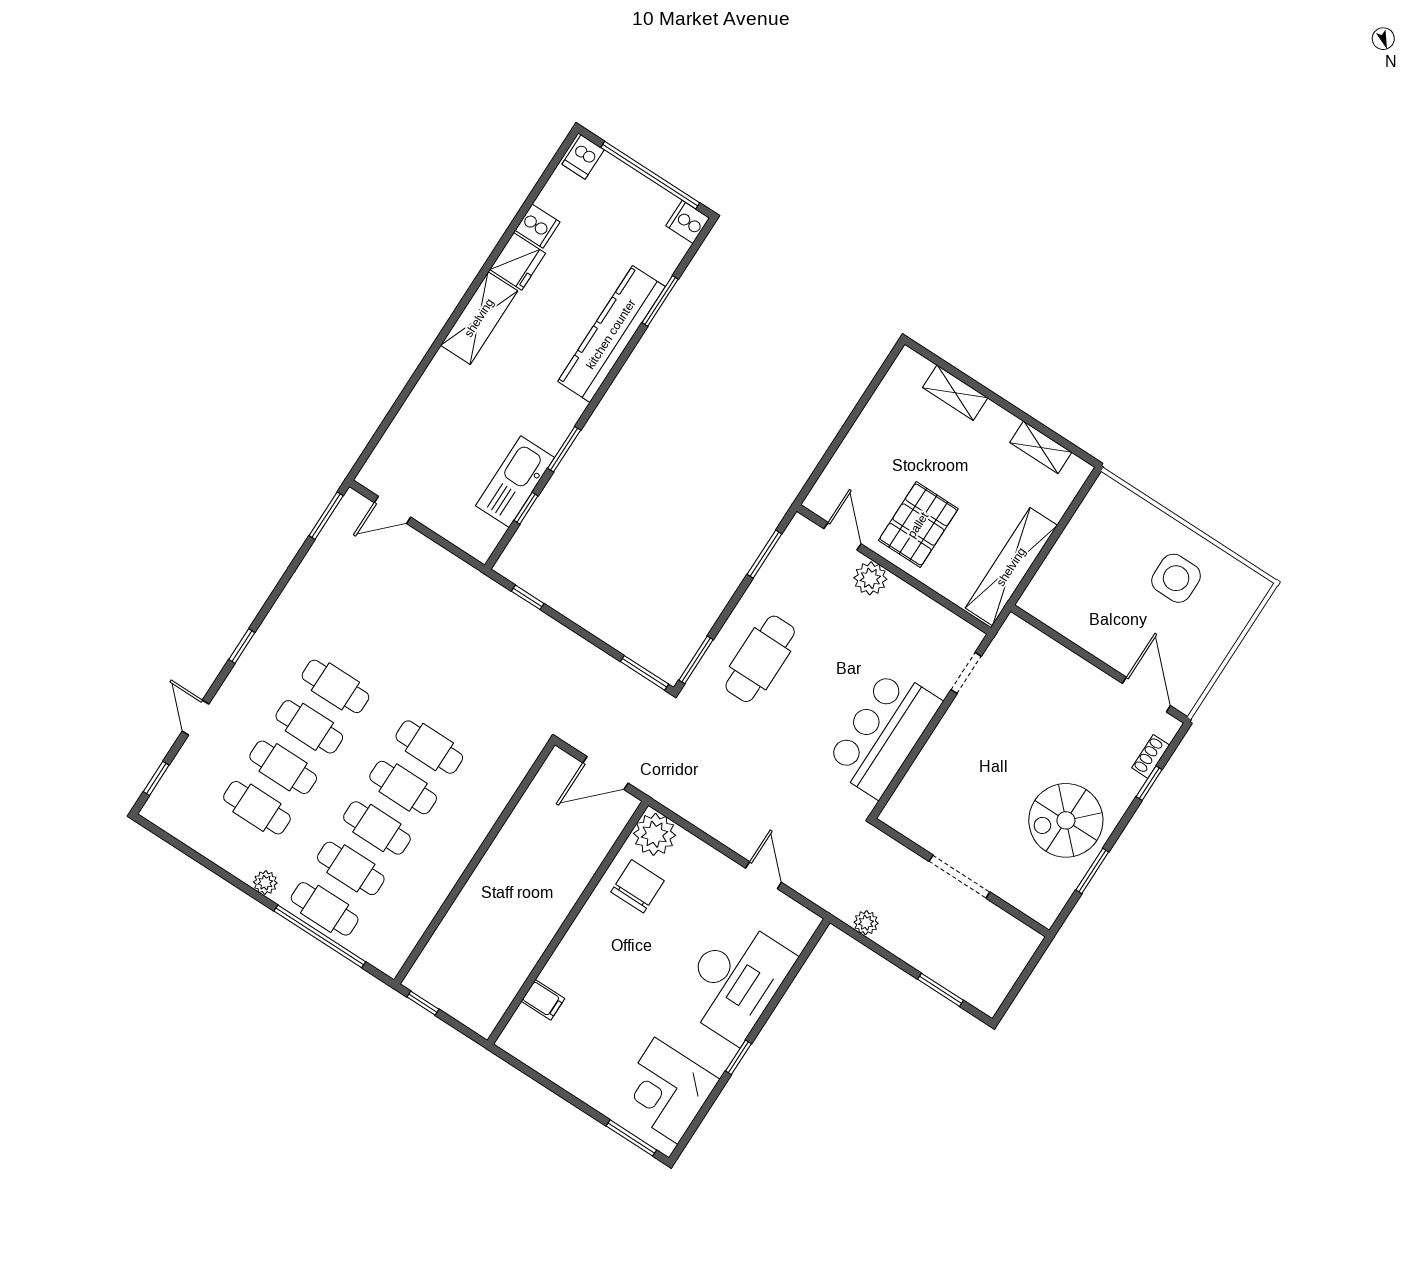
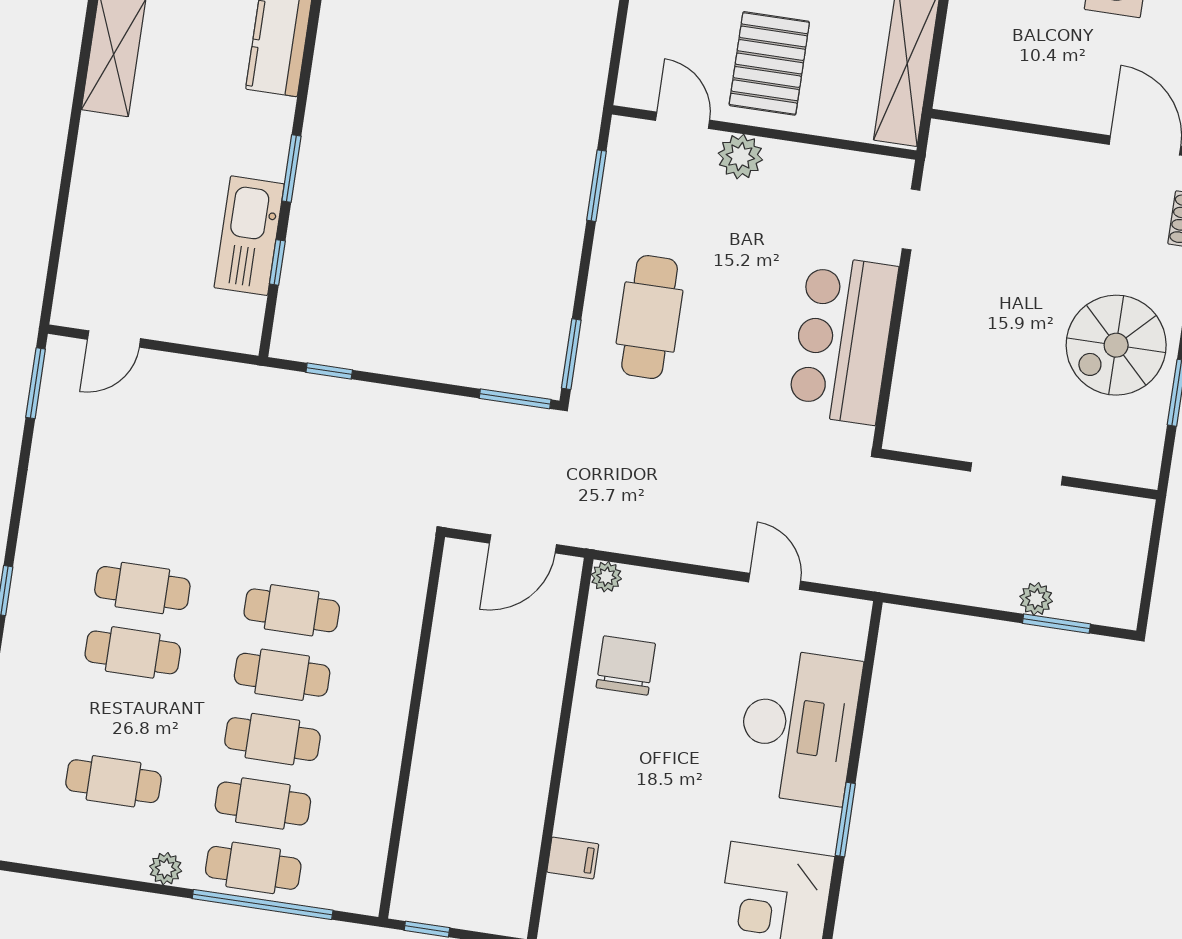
cafe table: (283, 767) -> (123, 717), removed
plant: (655, 834) -> (606, 577), width x0.53, depth x0.53
plant: (866, 923) -> (1036, 599), moved
window: (738, 1057) -> (845, 820), width x1.50

